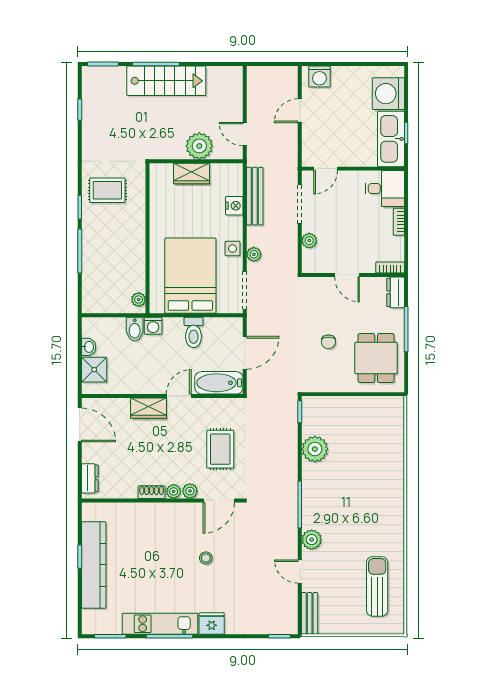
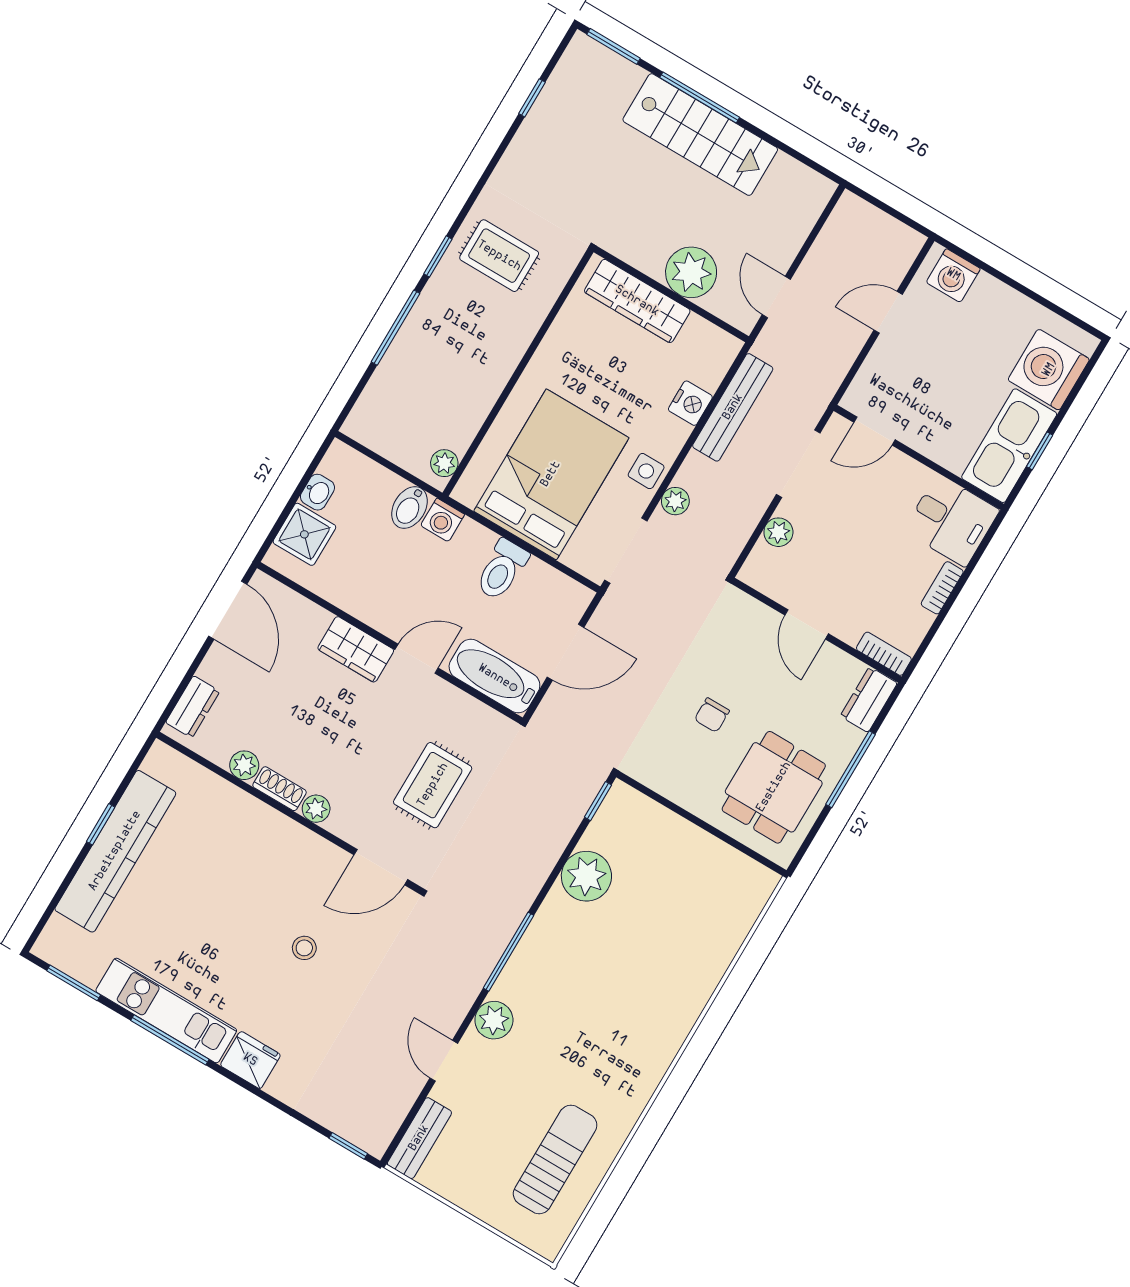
wardrobe: (192, 174) -> (637, 301), width x1.50
plant: (190, 491) -> (244, 765), moved

